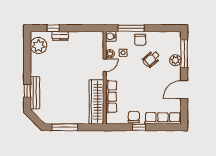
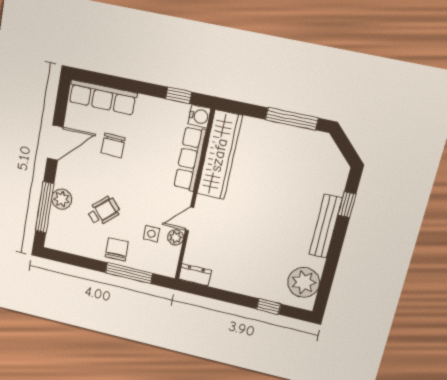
dresser: (60, 36) -> (195, 275), moved
water cooler: (111, 36) -> (199, 116), moved
bench: (35, 93) -> (326, 226), moved
chair: (134, 117) -> (113, 145), moved
window: (139, 127) -> (179, 95), moved

